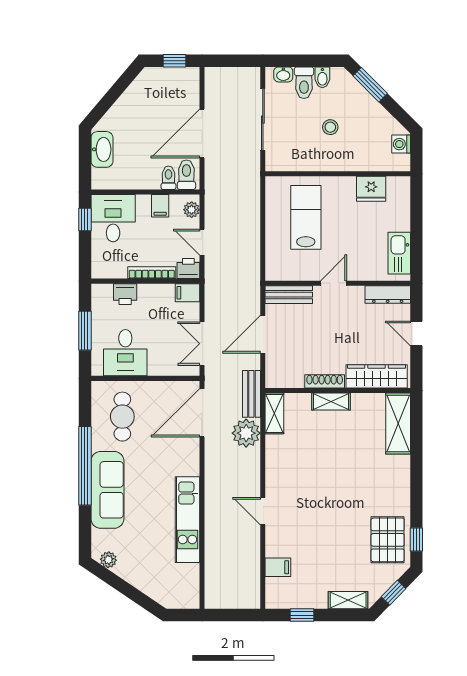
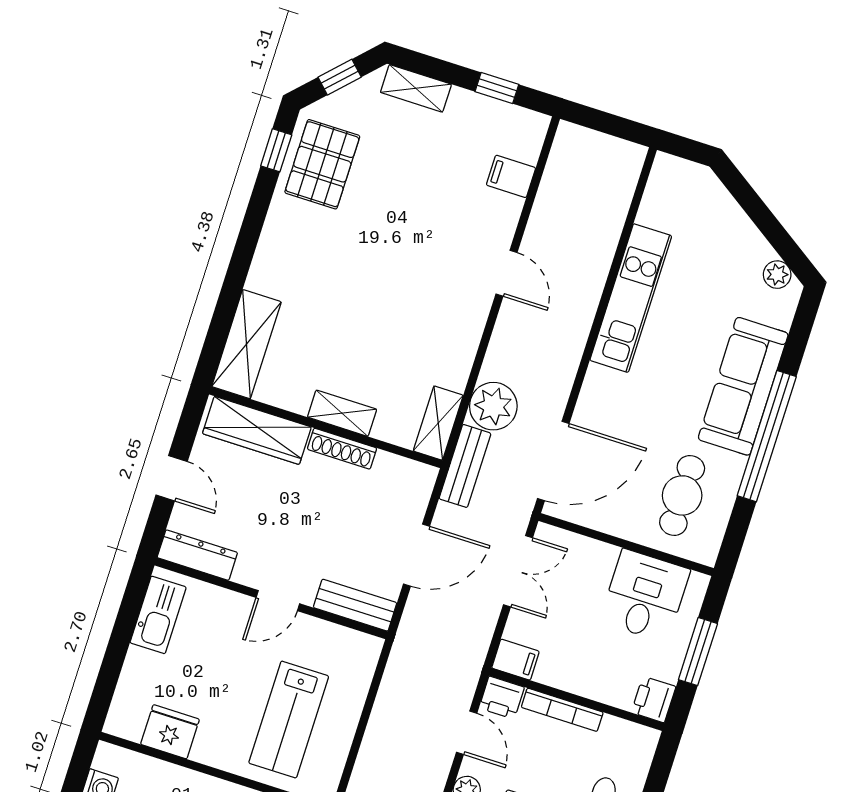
printer: (125, 294) -> (654, 700), moved, turned -90

